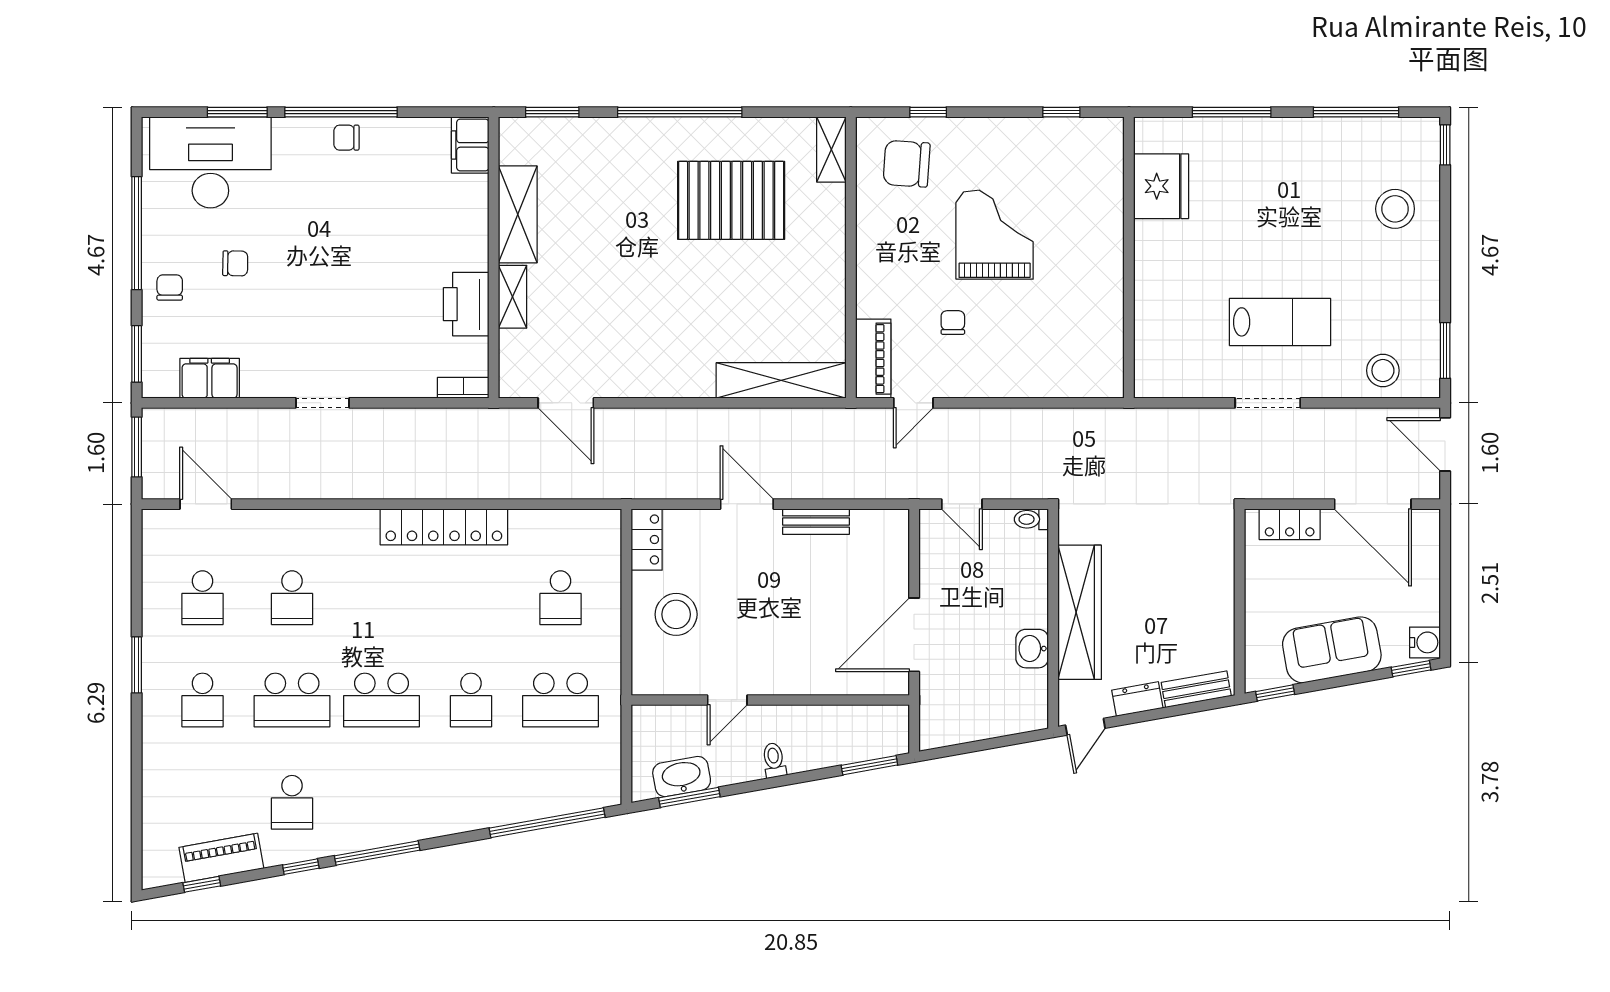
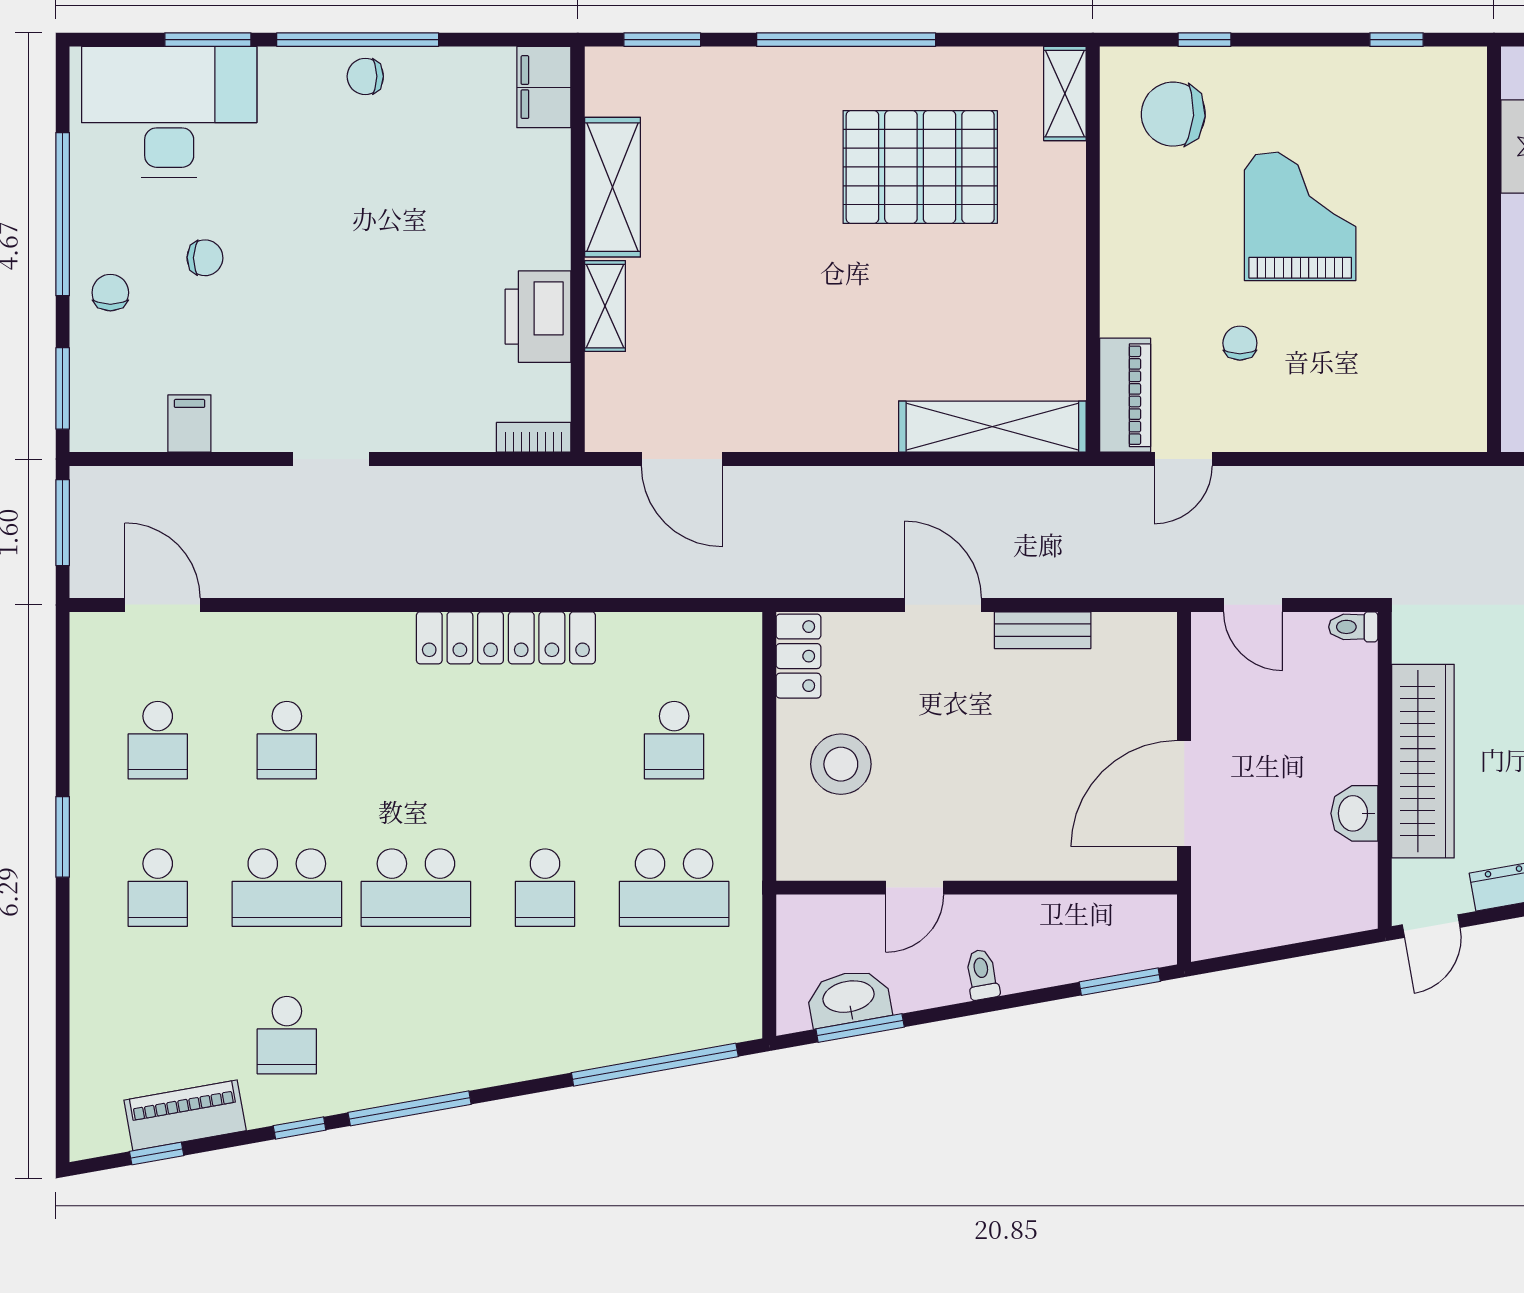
filing cabinet: (210, 378) -> (189, 424), width x0.50

